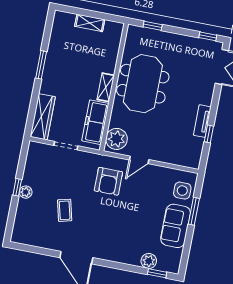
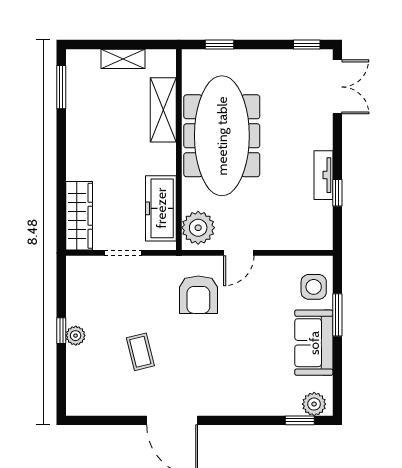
window: (41, 65) -> (61, 87), moved
meeting table: (143, 84) -> (222, 136), width x1.36
shelving: (106, 87) -> (163, 110), moved, width x1.50, depth x1.33
plant: (149, 261) -> (314, 404), moved

